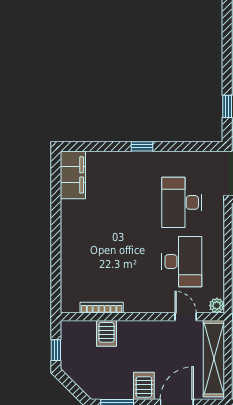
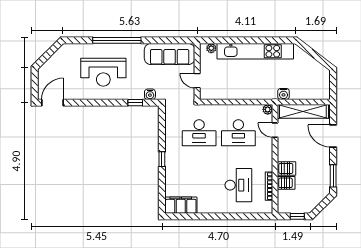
desk: (103, 262) -> (238, 185), added
desk: (182, 262) -> (238, 133), turned 180
door: (186, 317) -> (275, 130), hinge flipped
server rack: (144, 386) -> (287, 168), moved, turned 180

